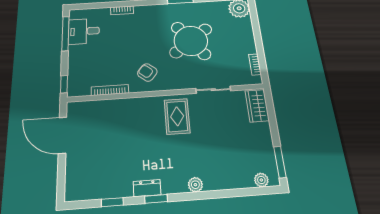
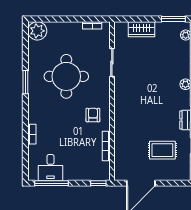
round table: (191, 41) -> (66, 76), turned 37
armchair: (147, 72) -> (93, 115), turned 141
wardrobe: (257, 106) -> (142, 29), moved
rug: (177, 116) -> (162, 150), moved

